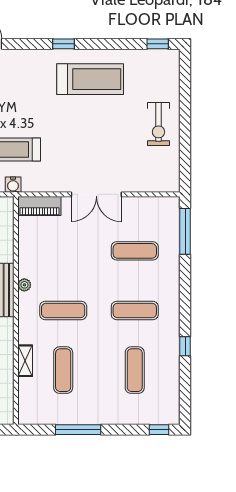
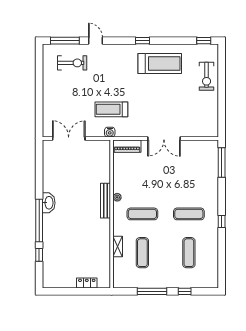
exercise bike: (158, 124) -> (207, 76), moved
exercise mat: (135, 251) -> (189, 175), removed
window: (185, 346) -> (222, 221), moved
window: (159, 430) -> (185, 291), moved

